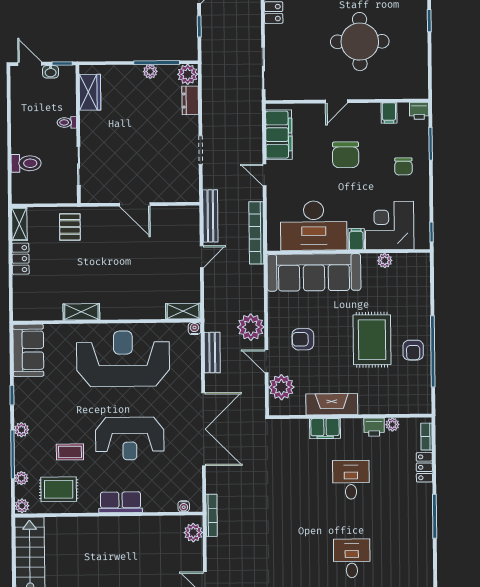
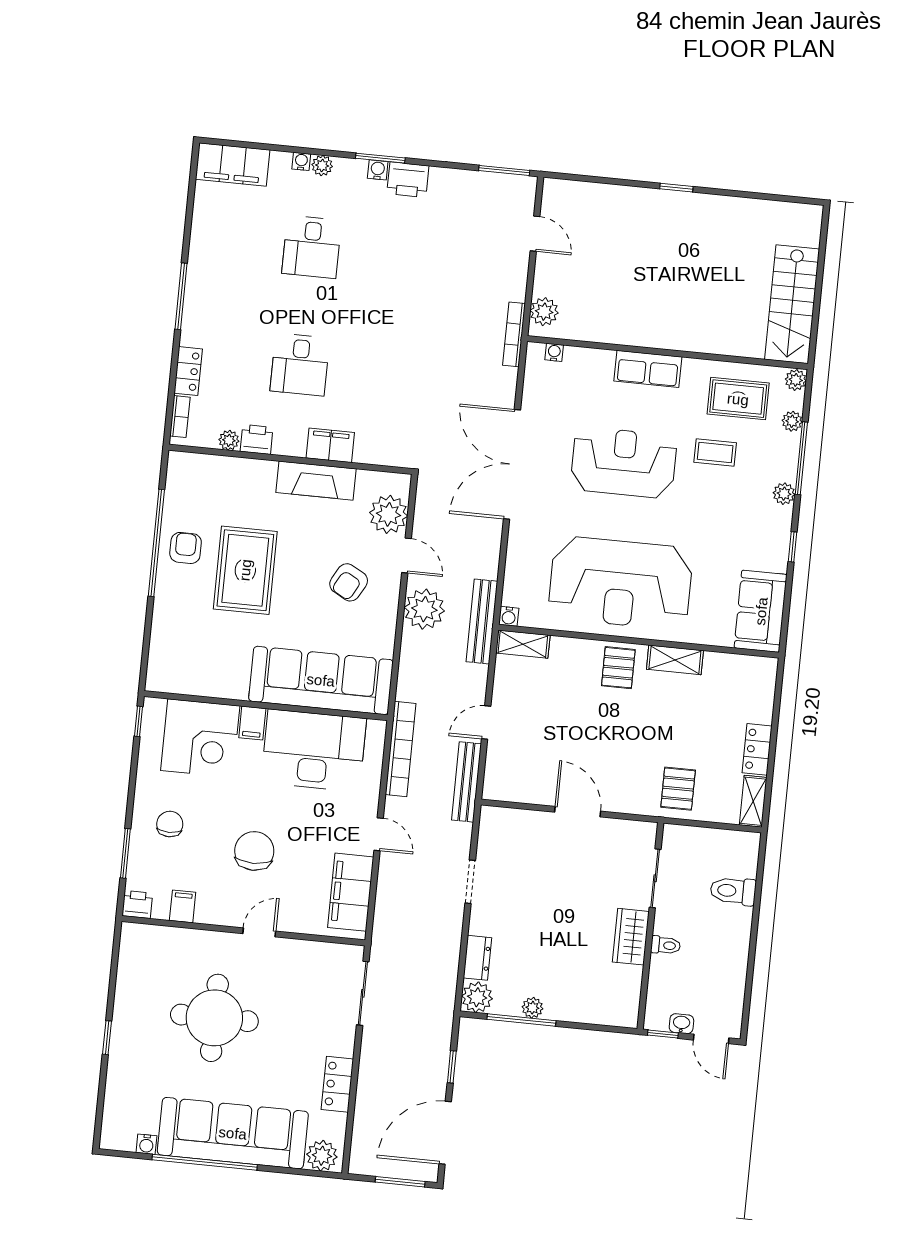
wardrobe: (90, 92) -> (631, 937), moved
plant: (385, 261) -> (213, 687), removed
pallet: (118, 303) -> (618, 668), added
armchair: (303, 339) -> (349, 582), turned 119
bench: (212, 353) -> (482, 621), moved, width x1.36

